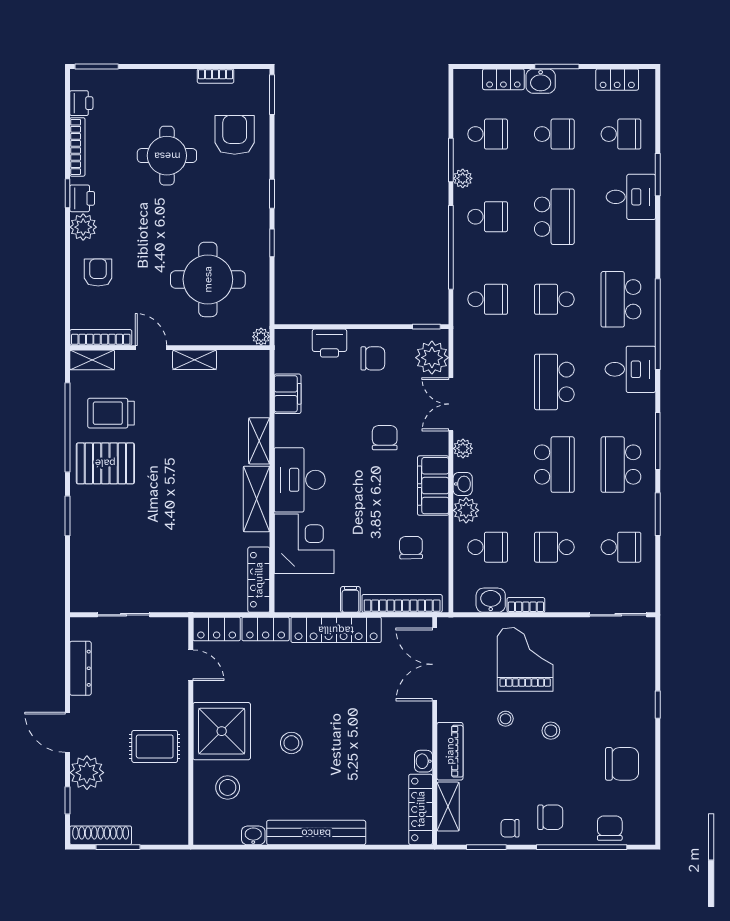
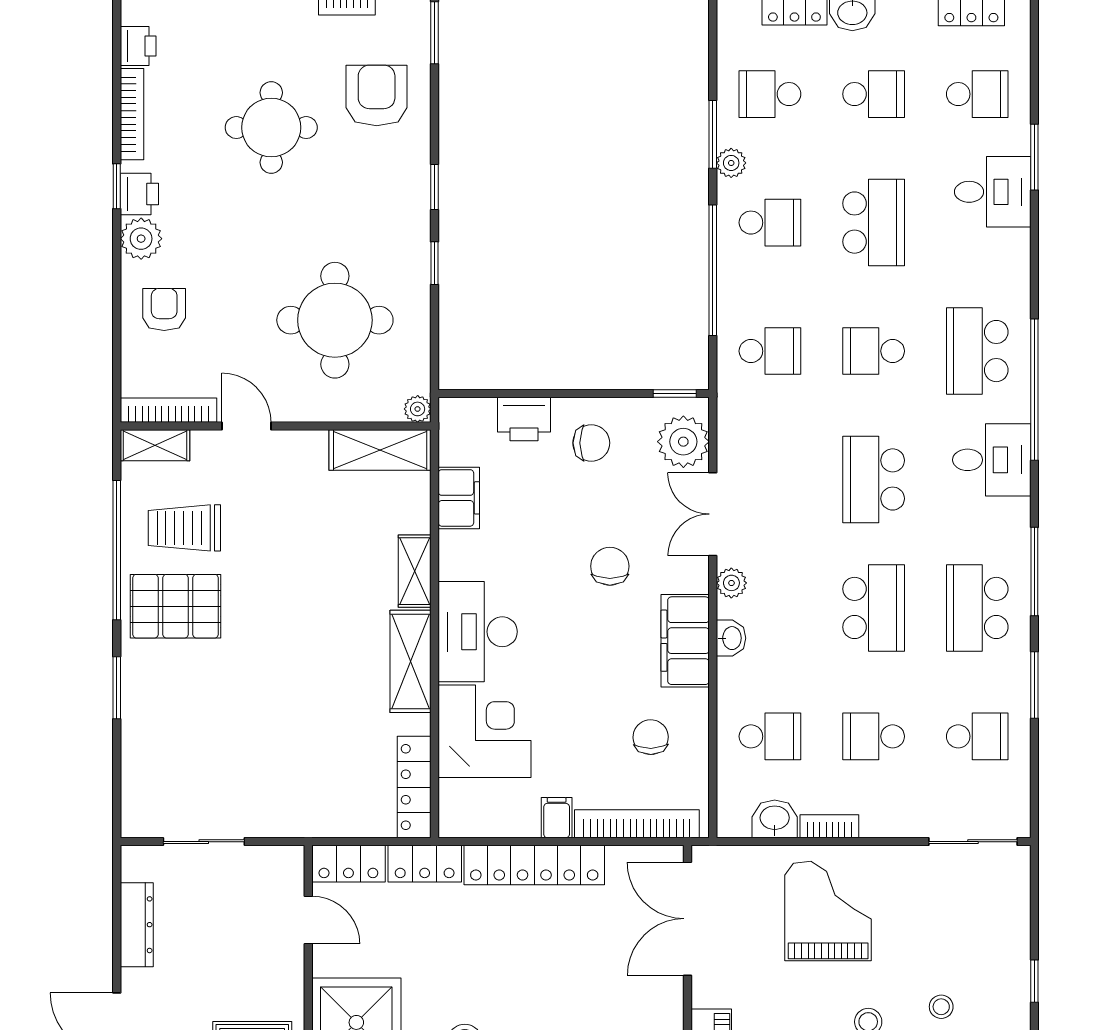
school desk: (488, 134) -> (770, 94), turned 180
shelving: (195, 360) -> (380, 450), moved, width x1.50, depth x1.33
plant: (466, 510) -> (736, 679), removed
stool: (505, 719) -> (941, 1007), moved

